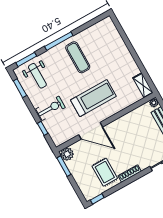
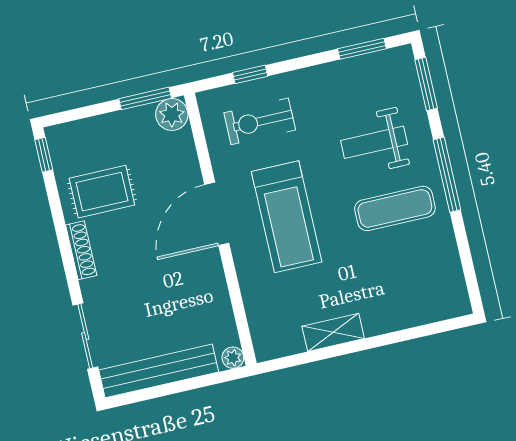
weight bench: (37, 76) -> (374, 142), moved
shelving: (143, 85) -> (333, 332), moved
exercise bike: (51, 108) -> (260, 121), moved, turned 90
door: (91, 131) -> (217, 214), moved

